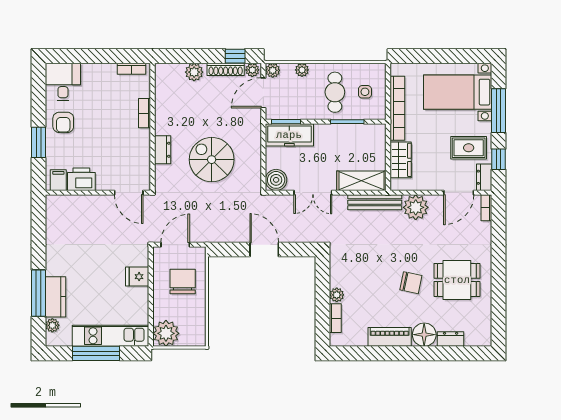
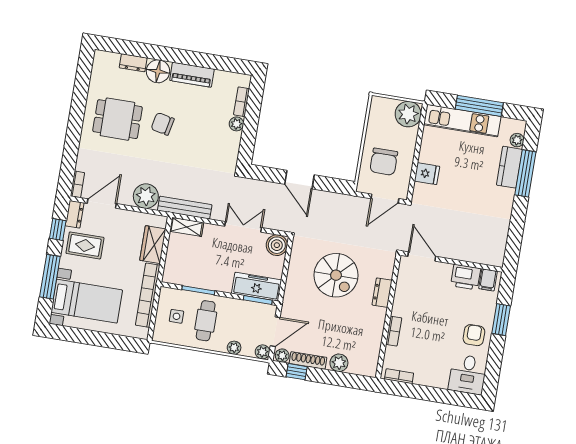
shelving: (361, 181) -> (187, 227), width x0.67, depth x0.75

